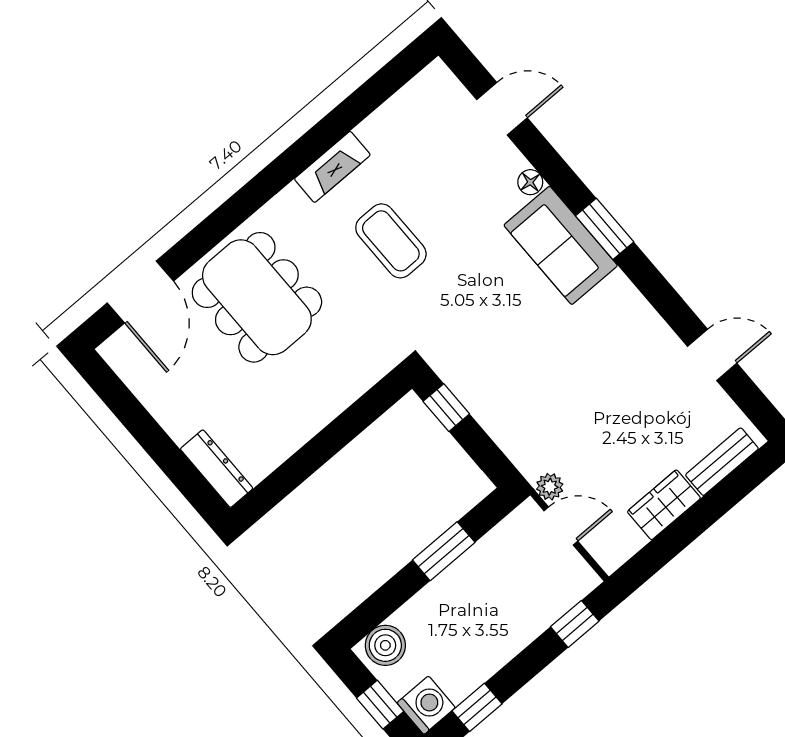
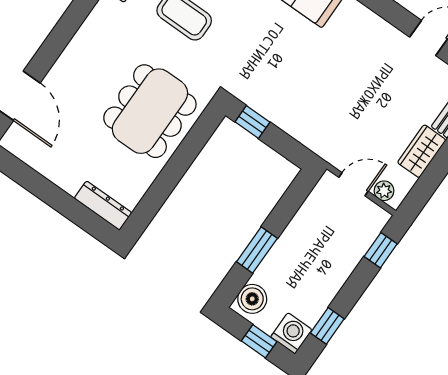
dining table: (257, 297) -> (150, 111), moved, turned 90
plant: (550, 487) -> (384, 191), moved
window: (444, 551) -> (257, 250), moved

